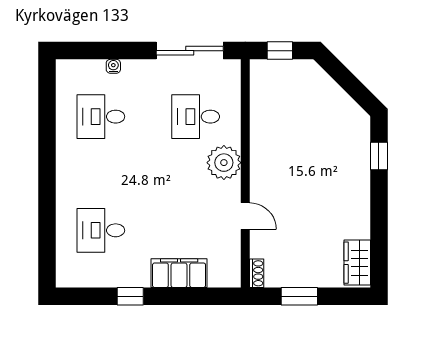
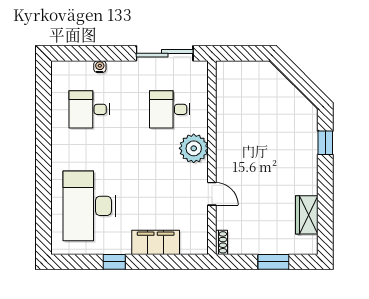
window: (280, 51) -> (241, 53), removed
desk: (101, 230) -> (89, 206), width x1.87, depth x1.30
wardrobe: (357, 263) -> (307, 215), moved
window: (299, 296) -> (273, 262), moved

